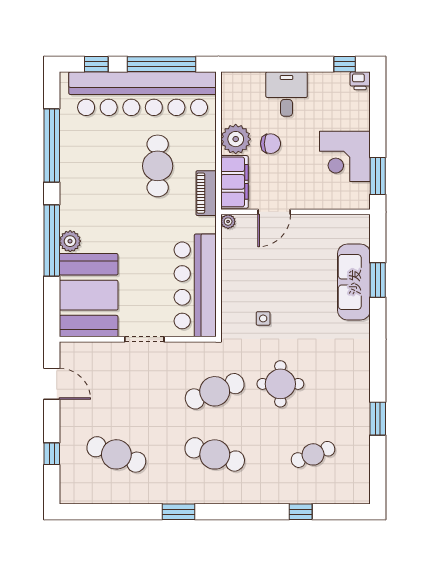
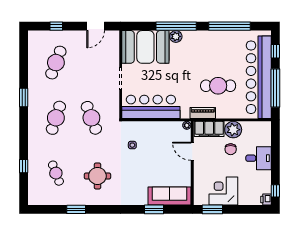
sofa: (354, 282) -> (170, 196), moved
round table: (280, 384) -> (97, 176), moved

